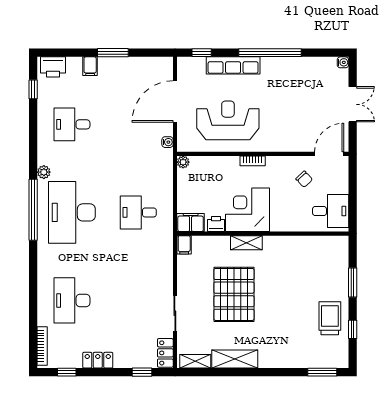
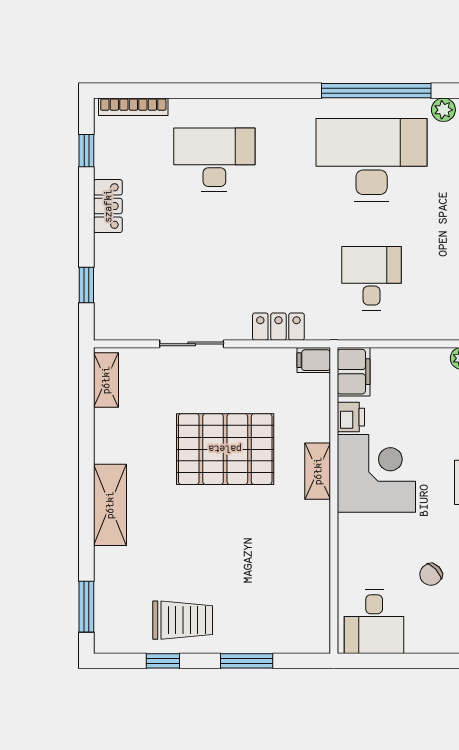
locker: (165, 353) -> (278, 327), moved
shelving: (235, 359) -> (110, 505), moved

